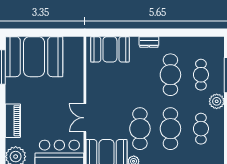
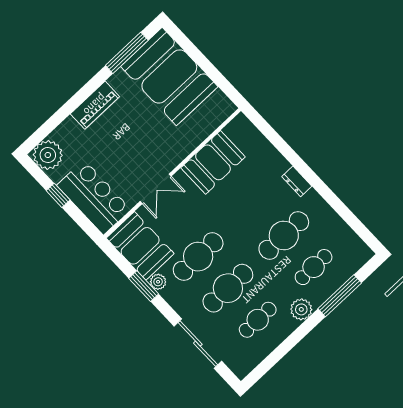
booth: (110, 49) -> (213, 162), moved, turned 90
double door: (85, 118) -> (156, 189), swing flipped
piano: (13, 121) -> (95, 105), moved

